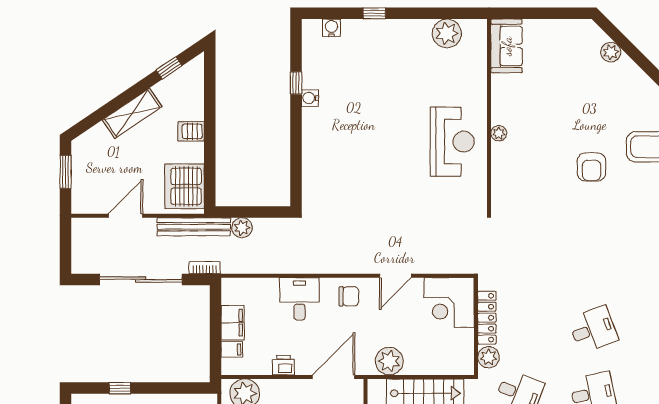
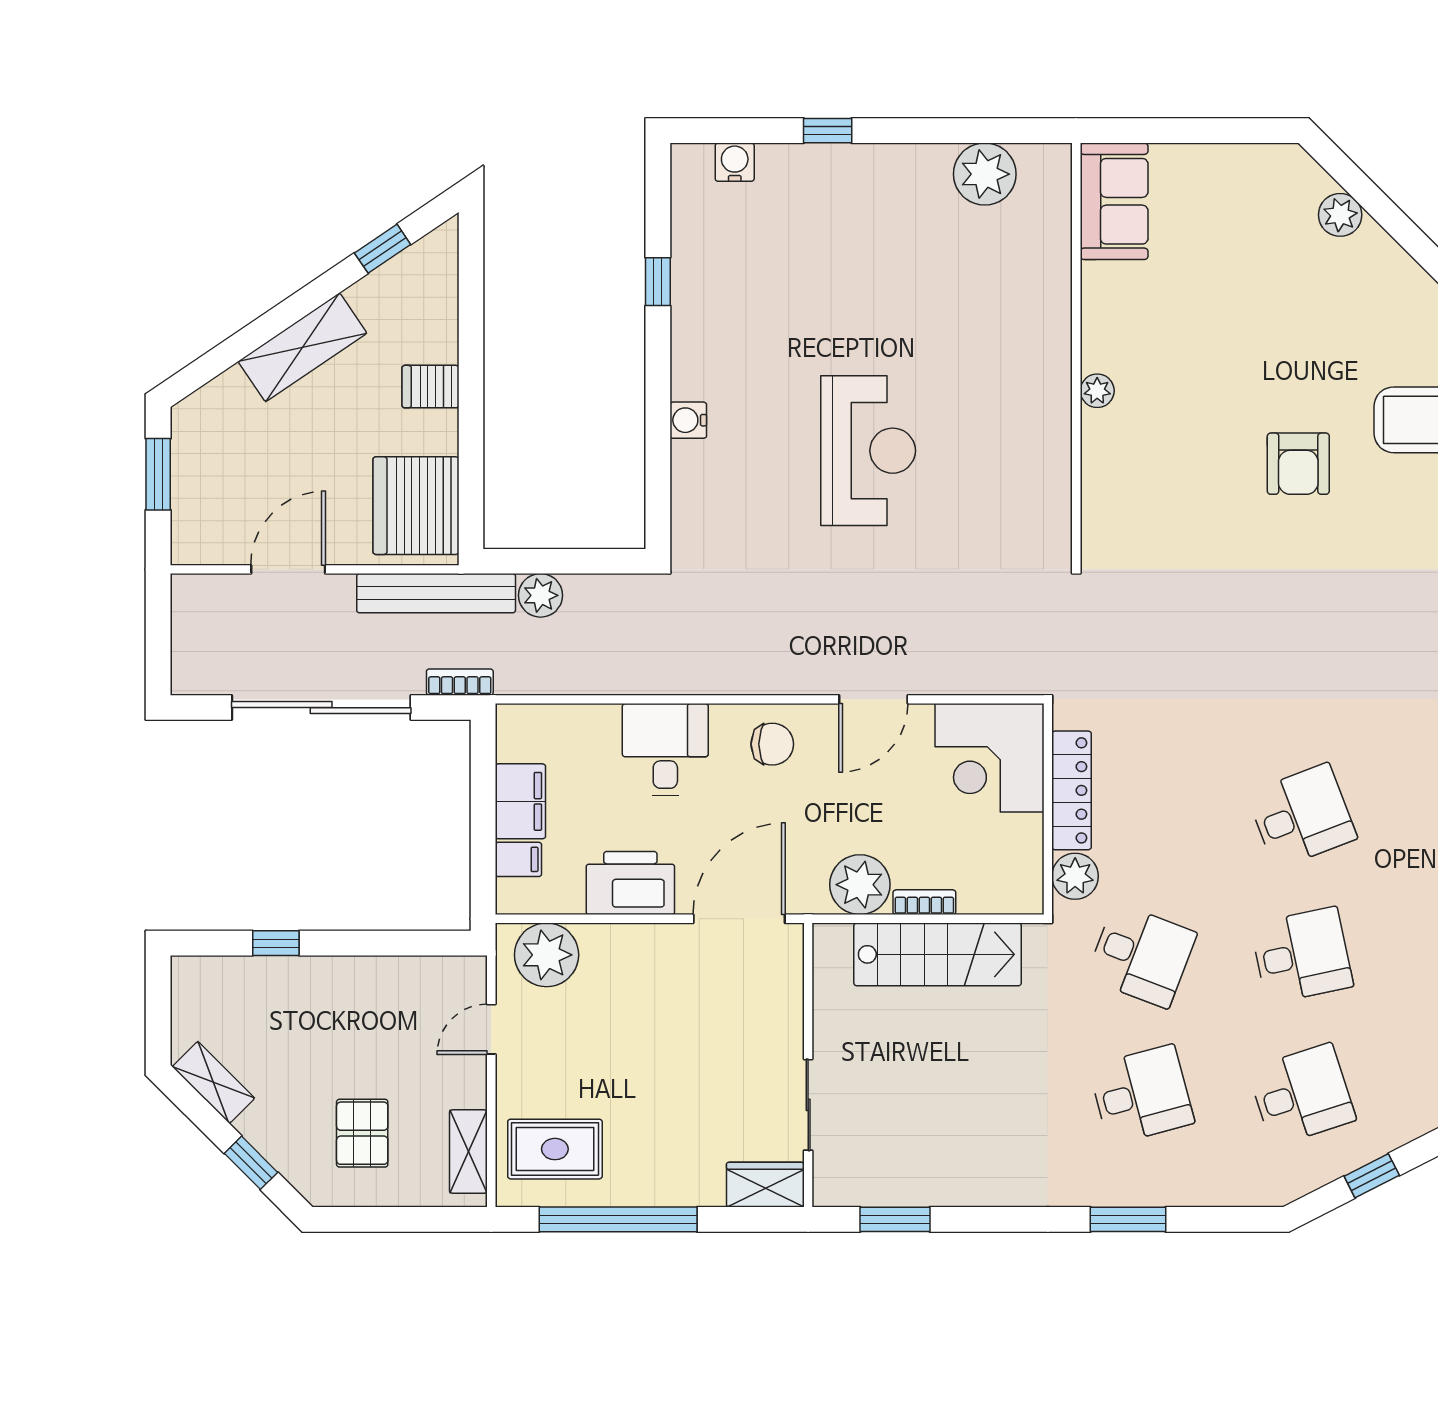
water cooler: (310, 98) -> (688, 420), moved
reception desk: (452, 142) -> (868, 451), moved
printer: (283, 365) -> (630, 883), width x1.87, depth x1.48
bookcase: (419, 369) -> (924, 902), added

